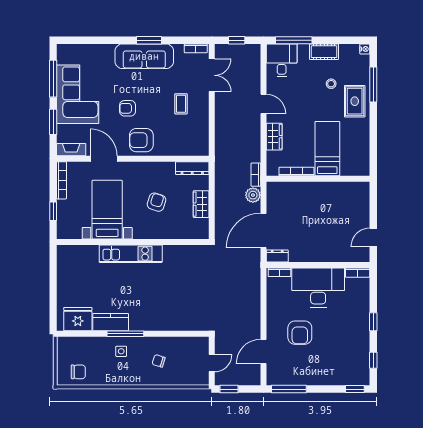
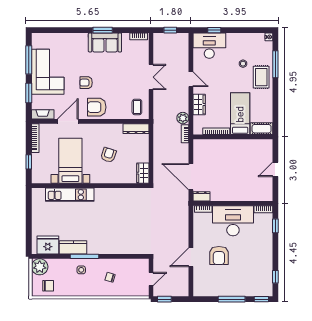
window: (294, 40) -> (214, 30), width x0.46
cot: (324, 52) -> (262, 129), moved
sofa: (144, 56) -> (105, 43), width x0.73
desk: (282, 60) -> (209, 46), width x1.37
double door: (212, 75) -> (151, 77), moved
coffee table: (181, 104) -> (137, 107), moved
door: (104, 159) -> (68, 121), hinge flipped
plant: (253, 195) -> (183, 118), moved
wardrobe: (201, 204) -> (143, 173), moved
door: (263, 230) -> (191, 177), hinge flipped
door: (373, 238) -> (275, 169), moved
kitchen unit: (131, 254) -> (70, 195), moved
window: (373, 322) -> (275, 226), moved
plant: (67, 347) -> (40, 267), added
door: (263, 352) -> (191, 257), moved
window: (289, 389) -> (232, 299), moved

